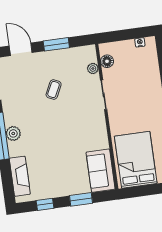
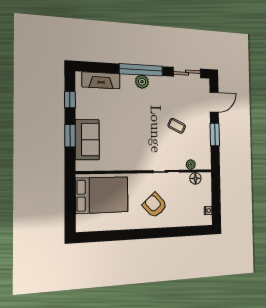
armchair: (140, 103) -> (155, 205), added
sofa: (101, 171) -> (87, 140), moved, turned 90

